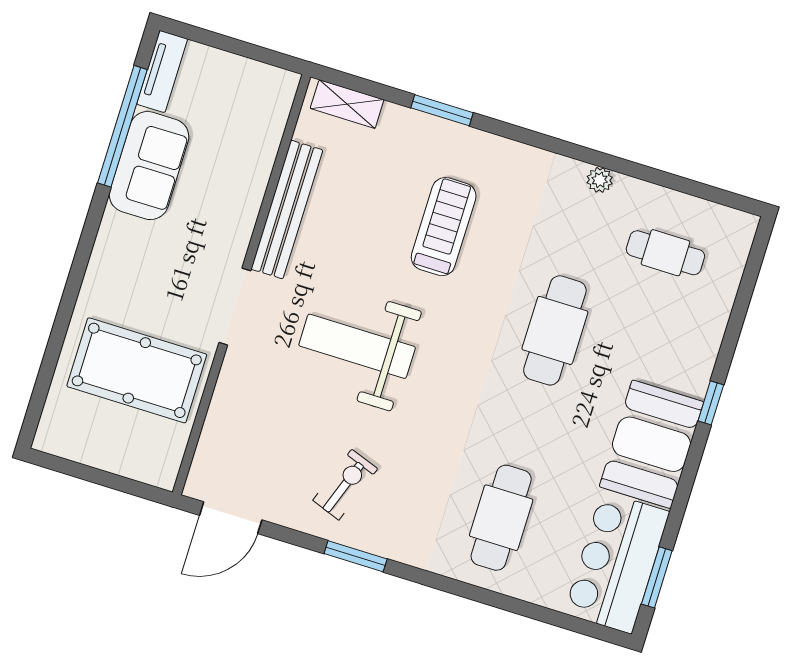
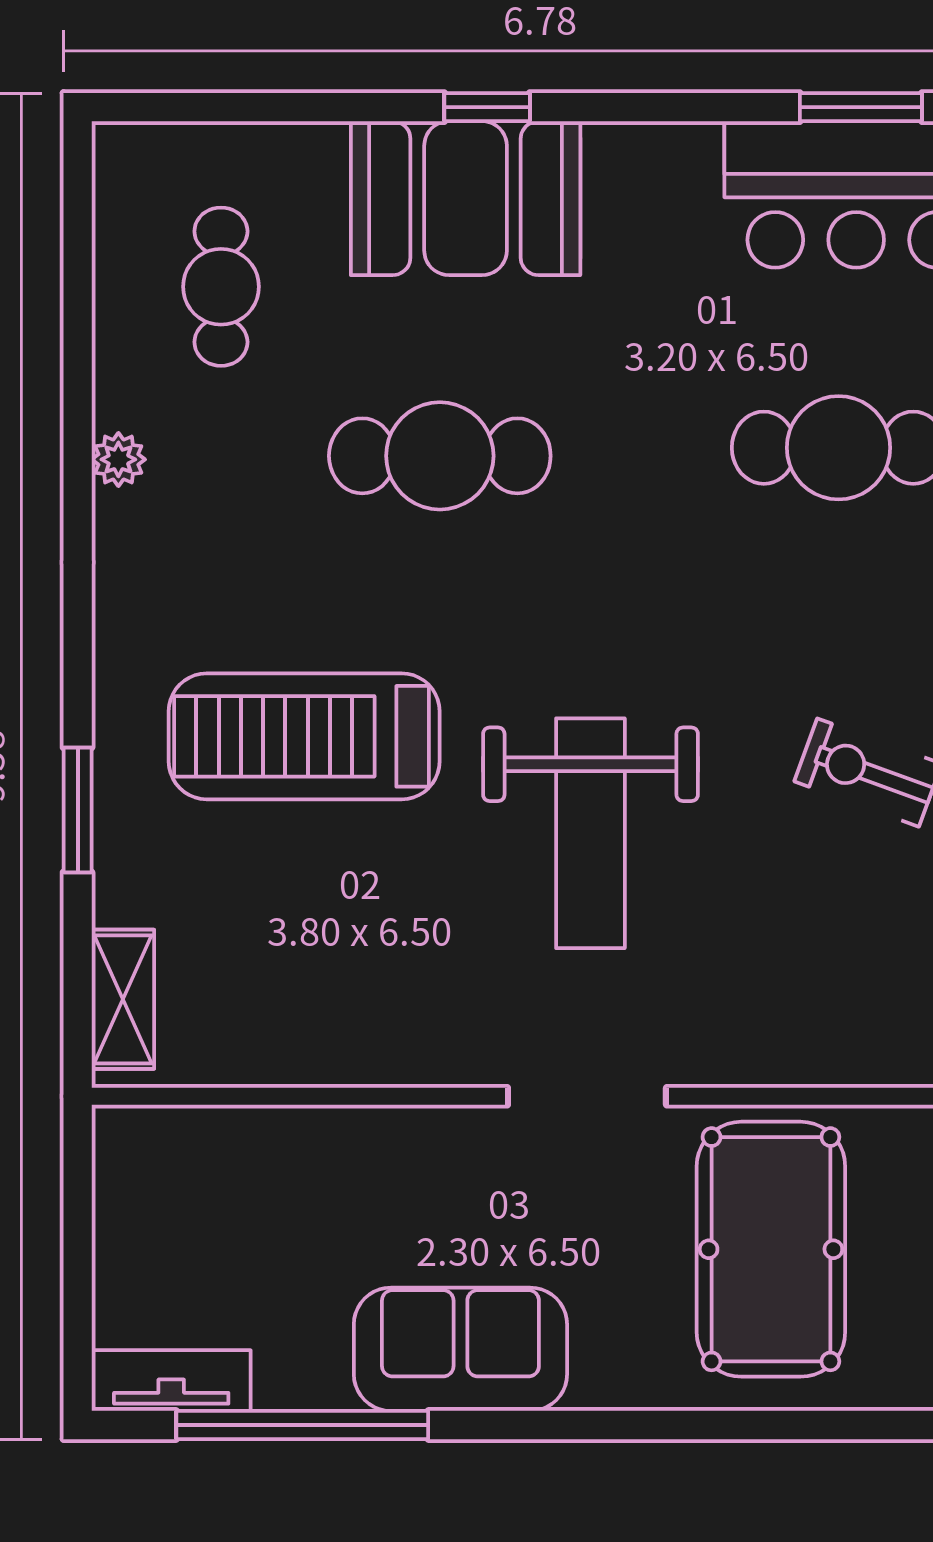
sofa: (149, 166) -> (460, 1349), moved
bench: (287, 210) -> (366, 1053), removed
treadmill: (444, 227) -> (304, 736), width x1.37, depth x1.38
booth: (651, 444) -> (466, 198), moved

